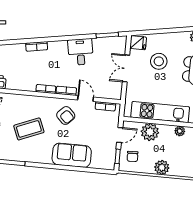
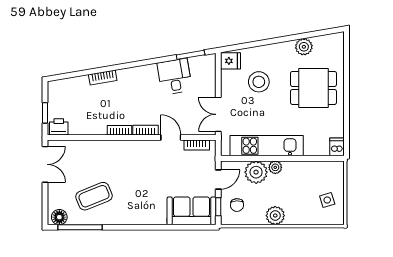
desk: (81, 52) -> (175, 77), moved
double door: (126, 68) -> (218, 114), moved
armchair: (66, 115) -> (148, 161), removed
coffee table: (29, 129) -> (94, 196), moved
plant: (180, 131) -> (275, 167), moved
sofa: (72, 155) -> (191, 211), moved

